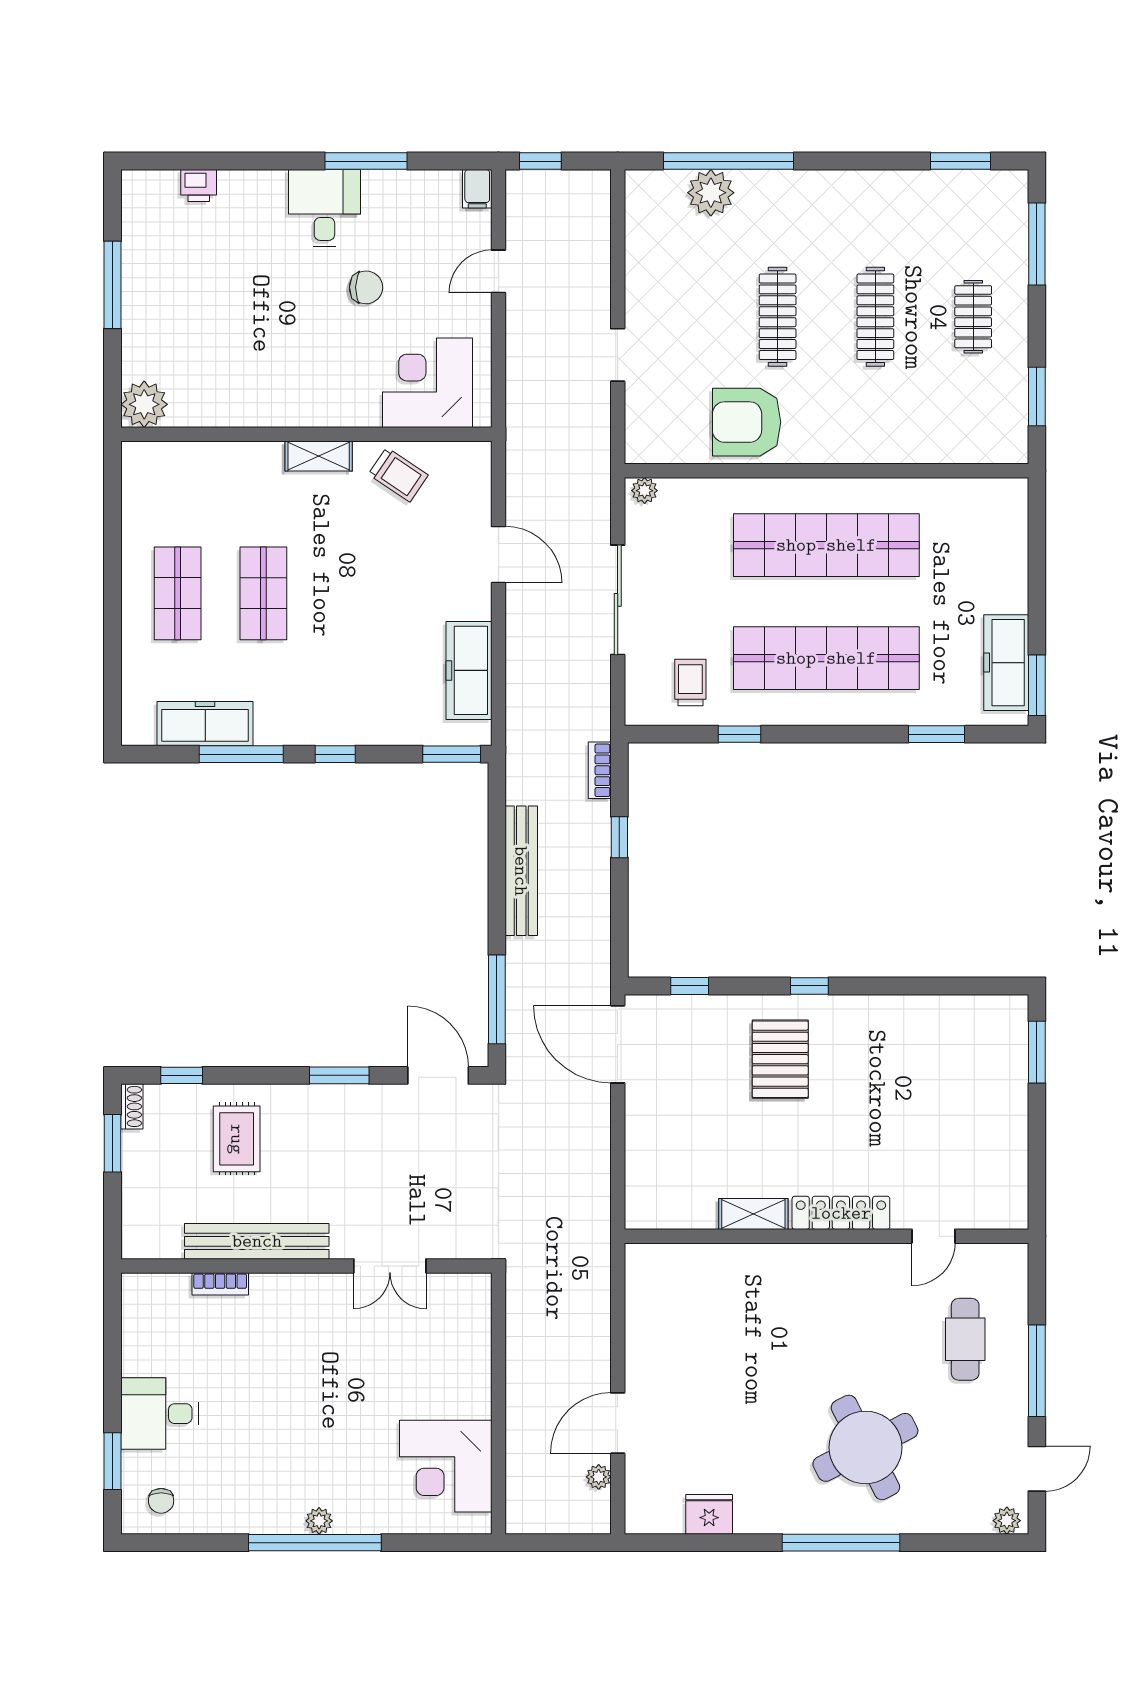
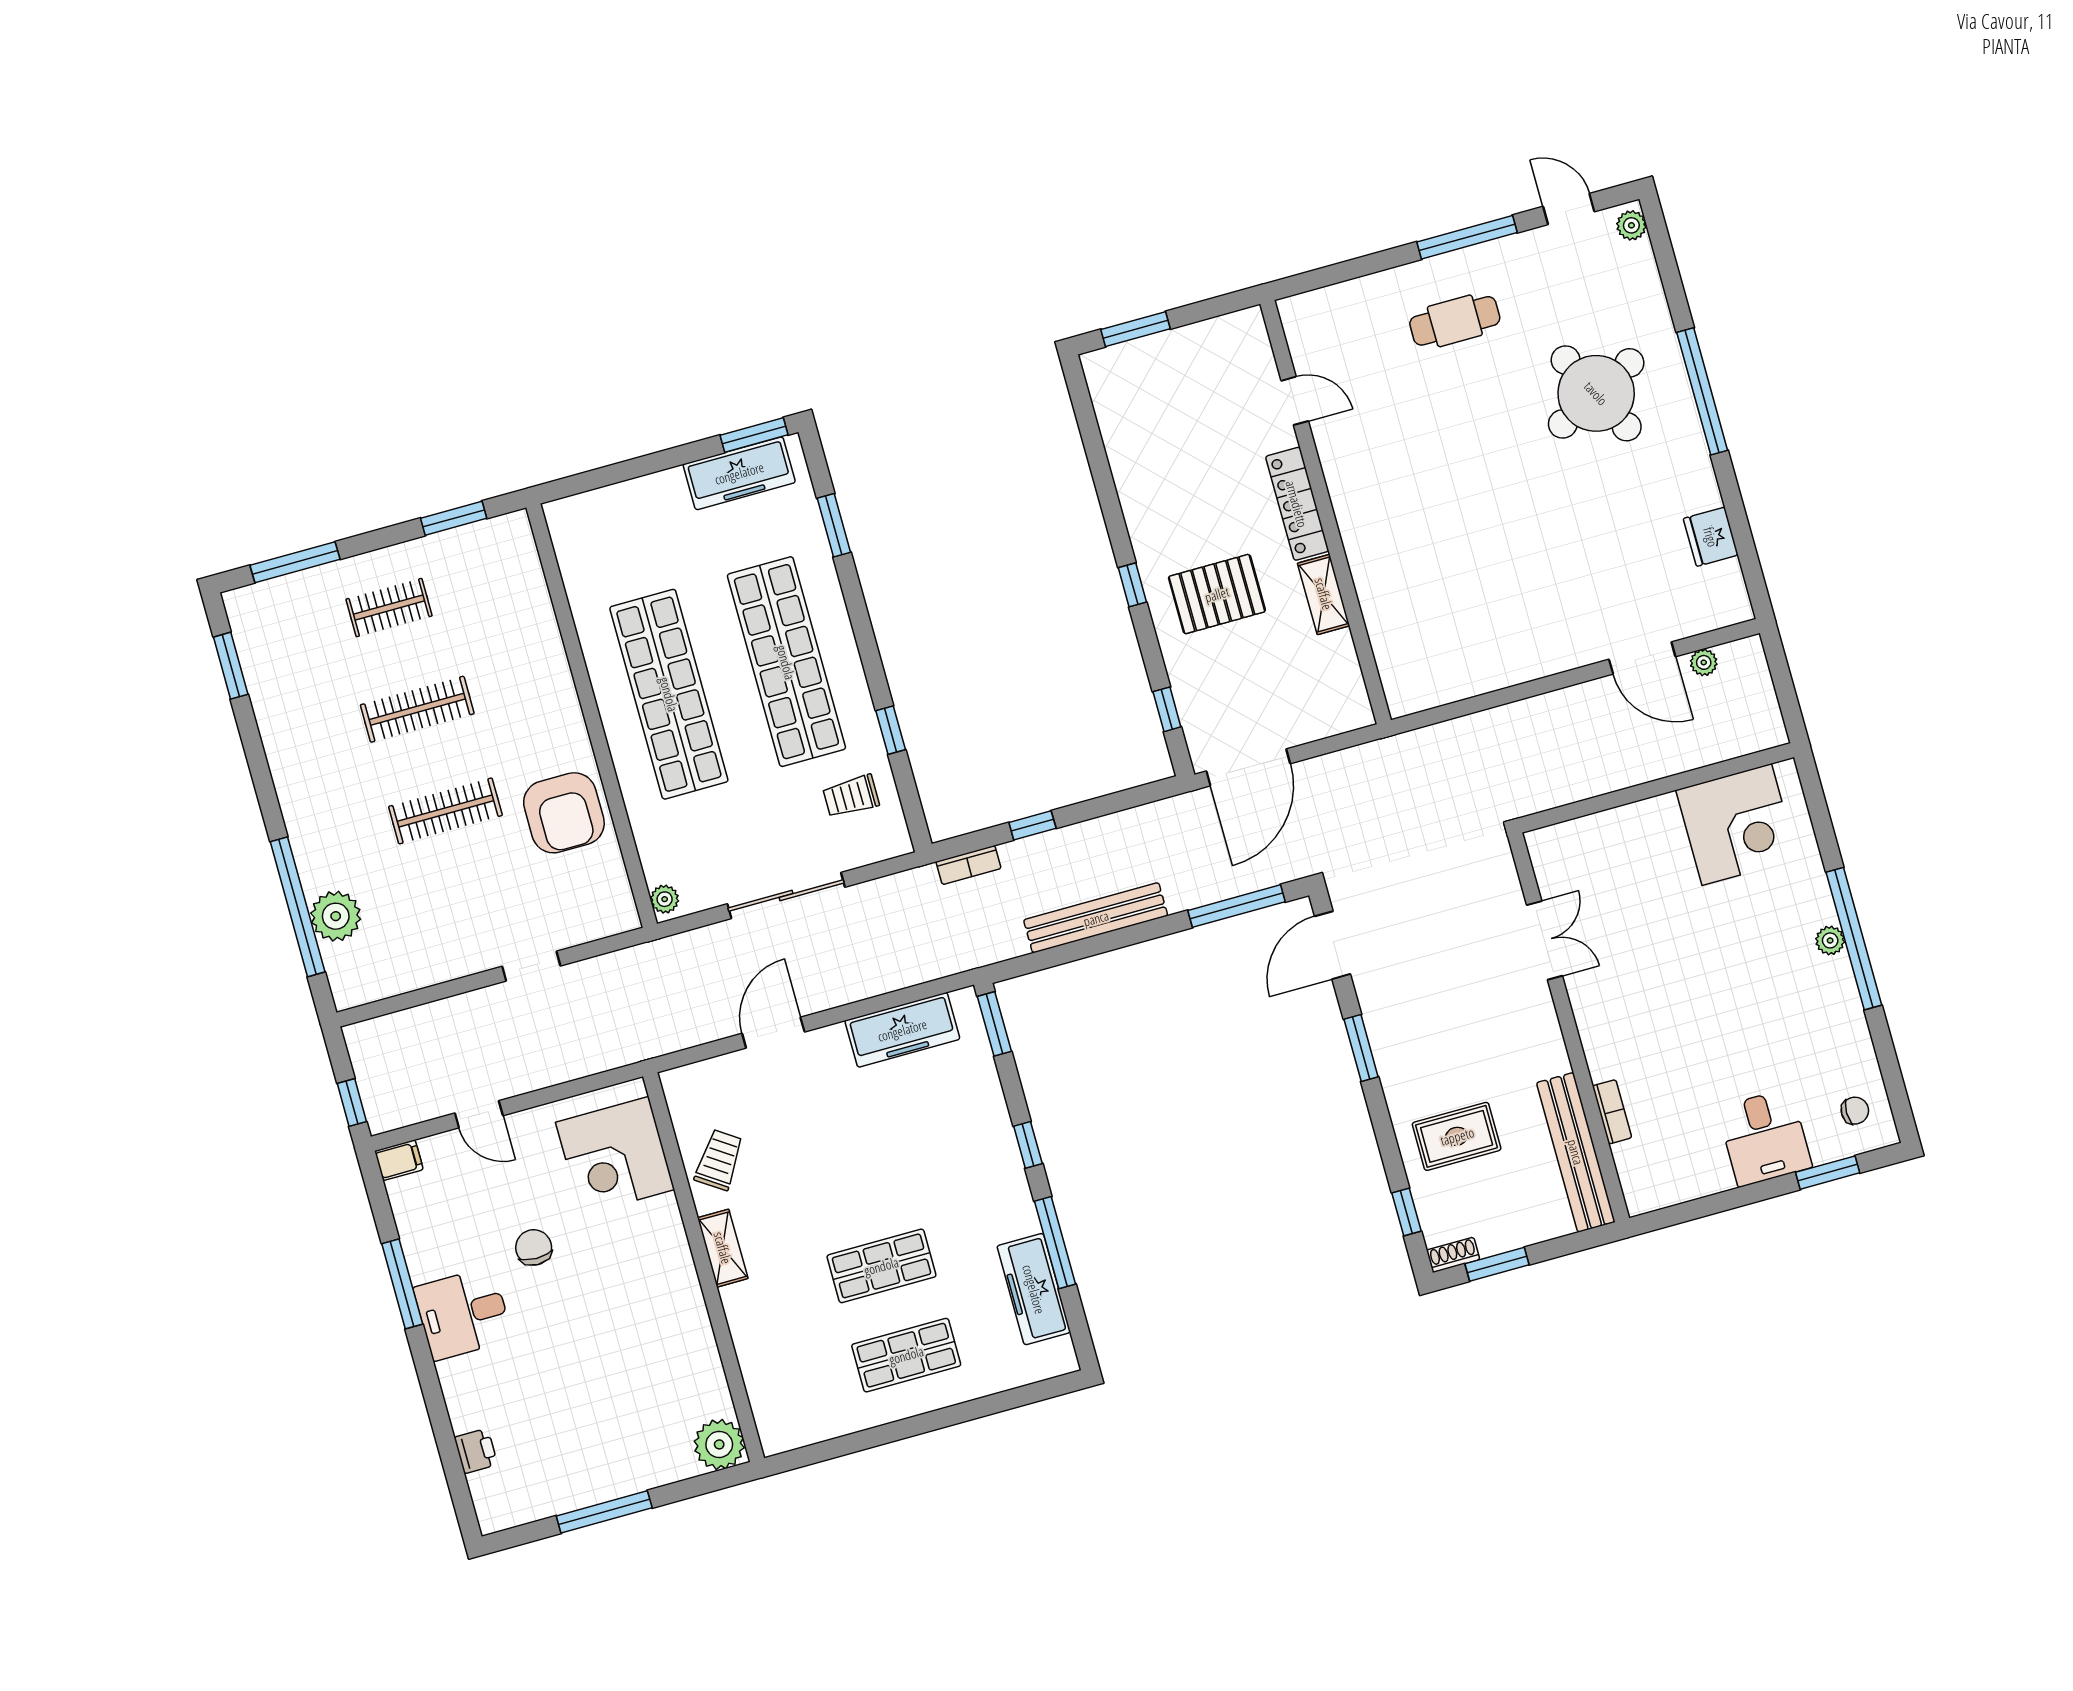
locker: (841, 1213) -> (1297, 504), moved
shelving: (753, 1214) -> (1324, 594), moved
wall: (826, 1236) -> (1326, 512), moved
door: (933, 1236) -> (1295, 401), moved
bench: (257, 1241) -> (1576, 1152), moved

